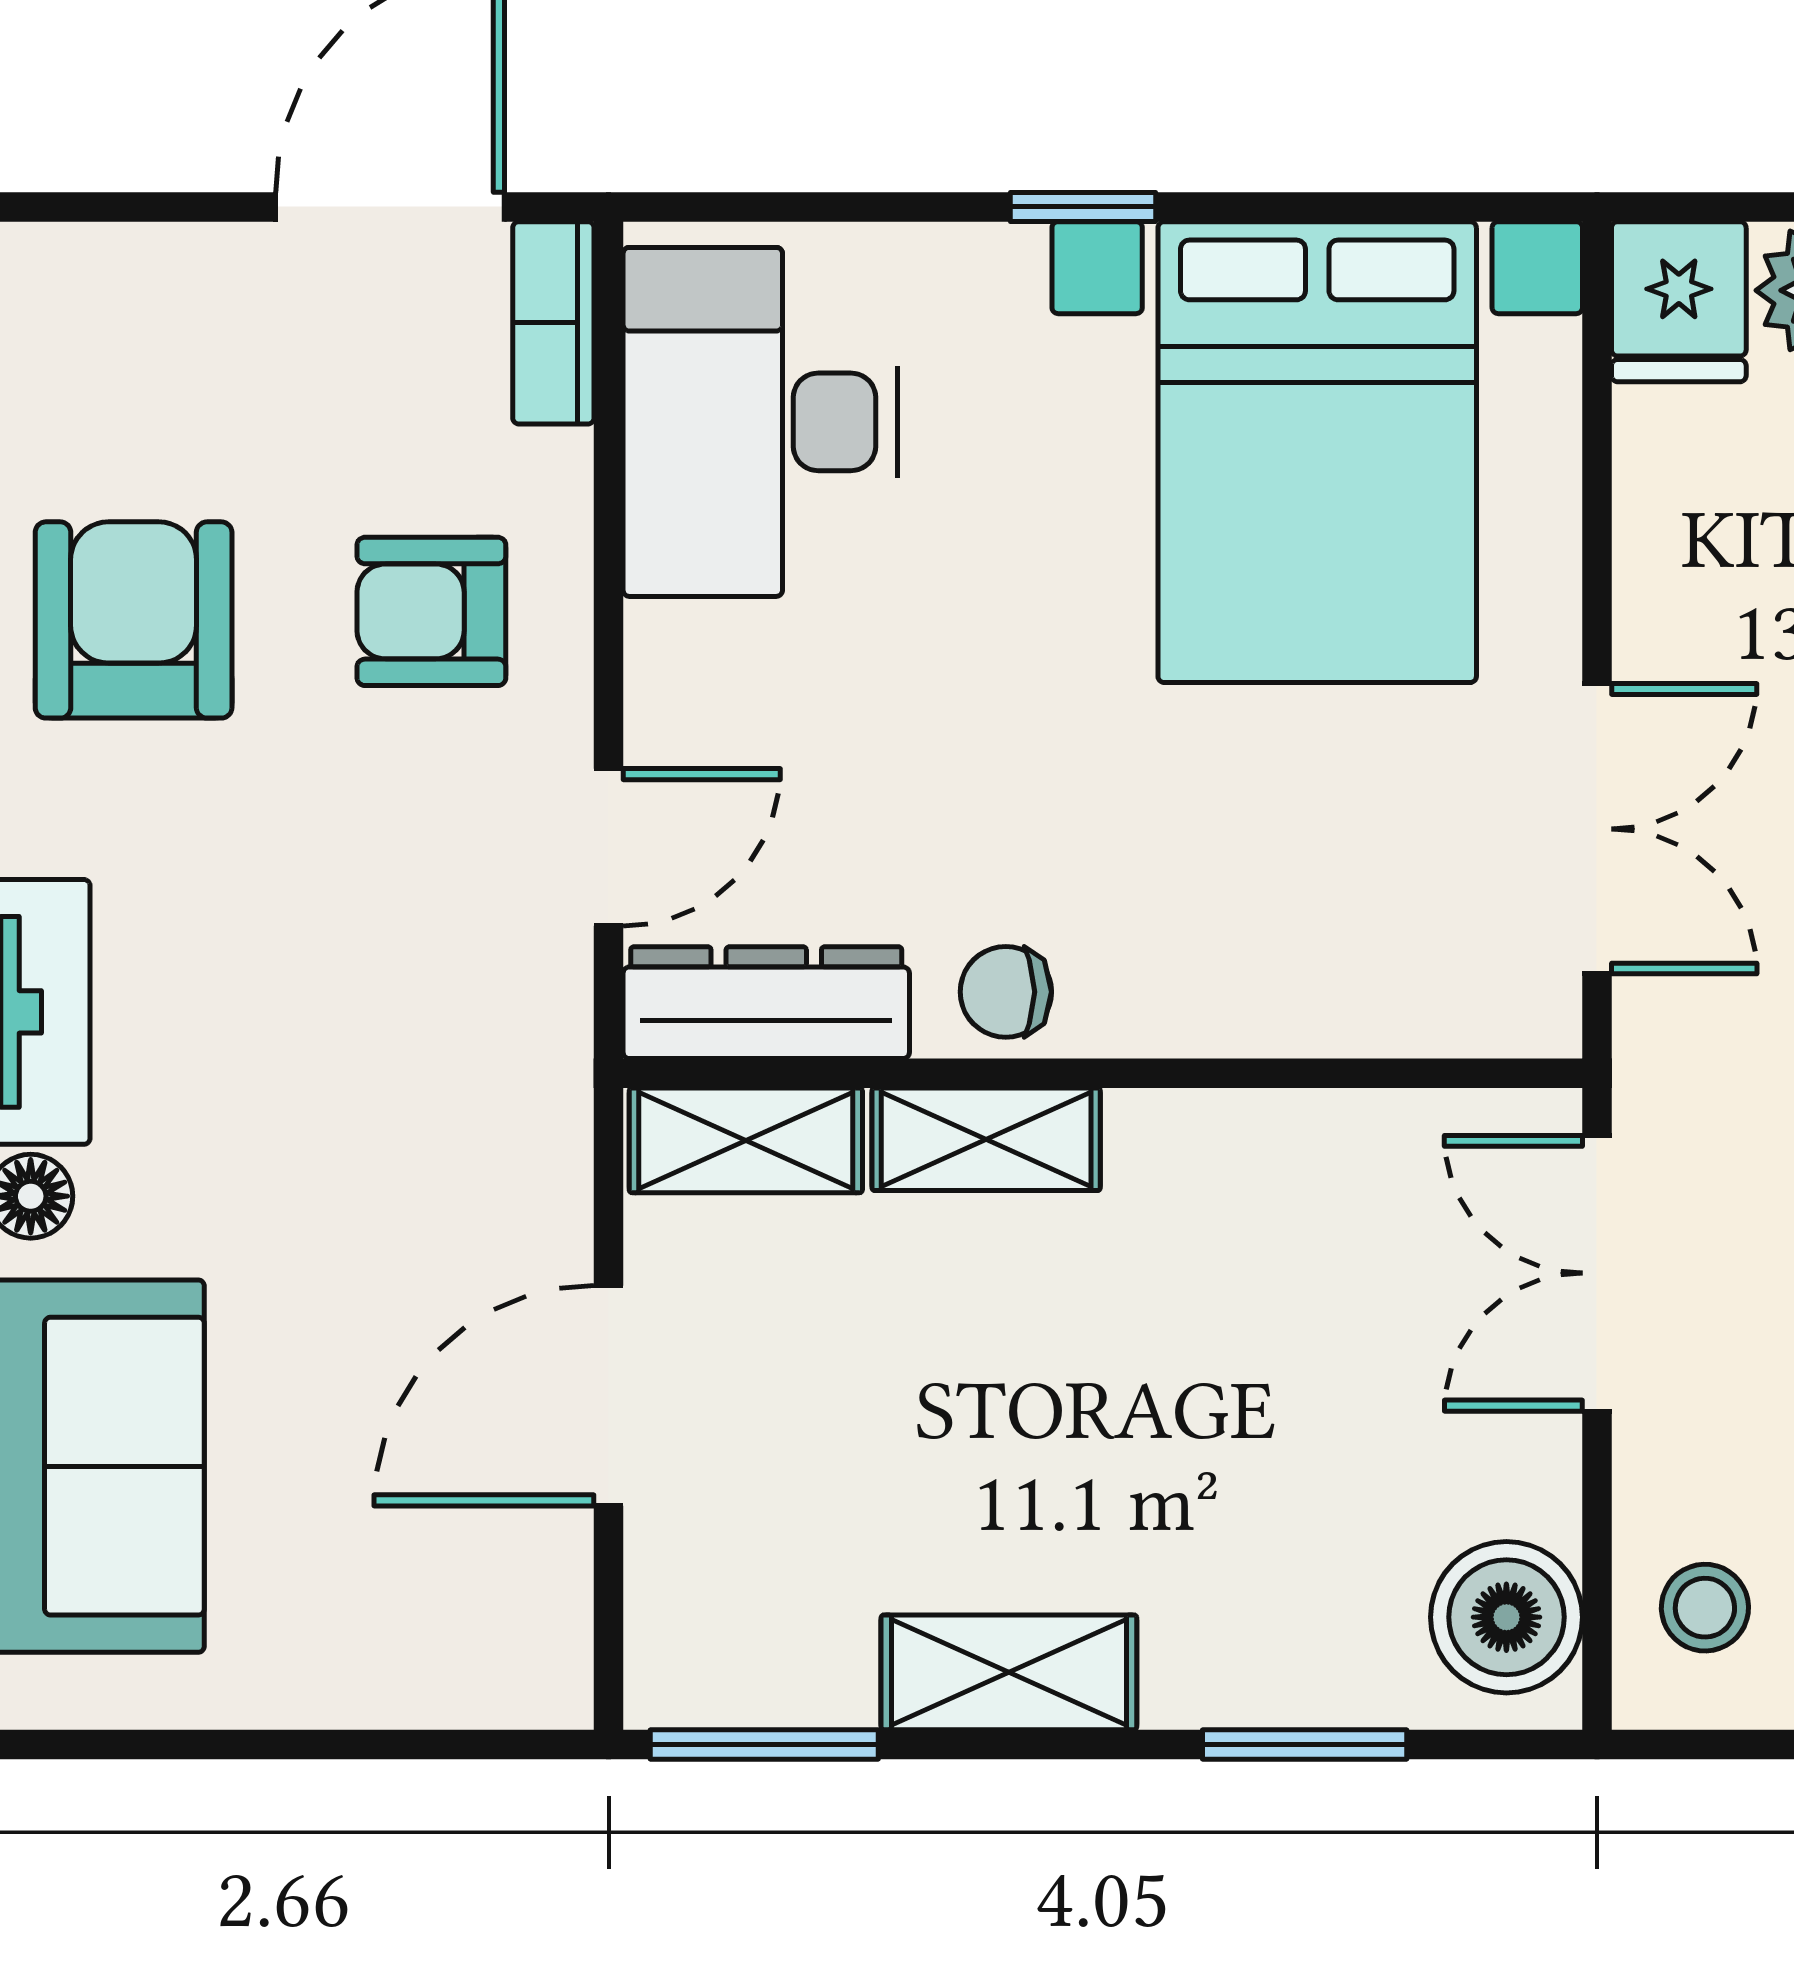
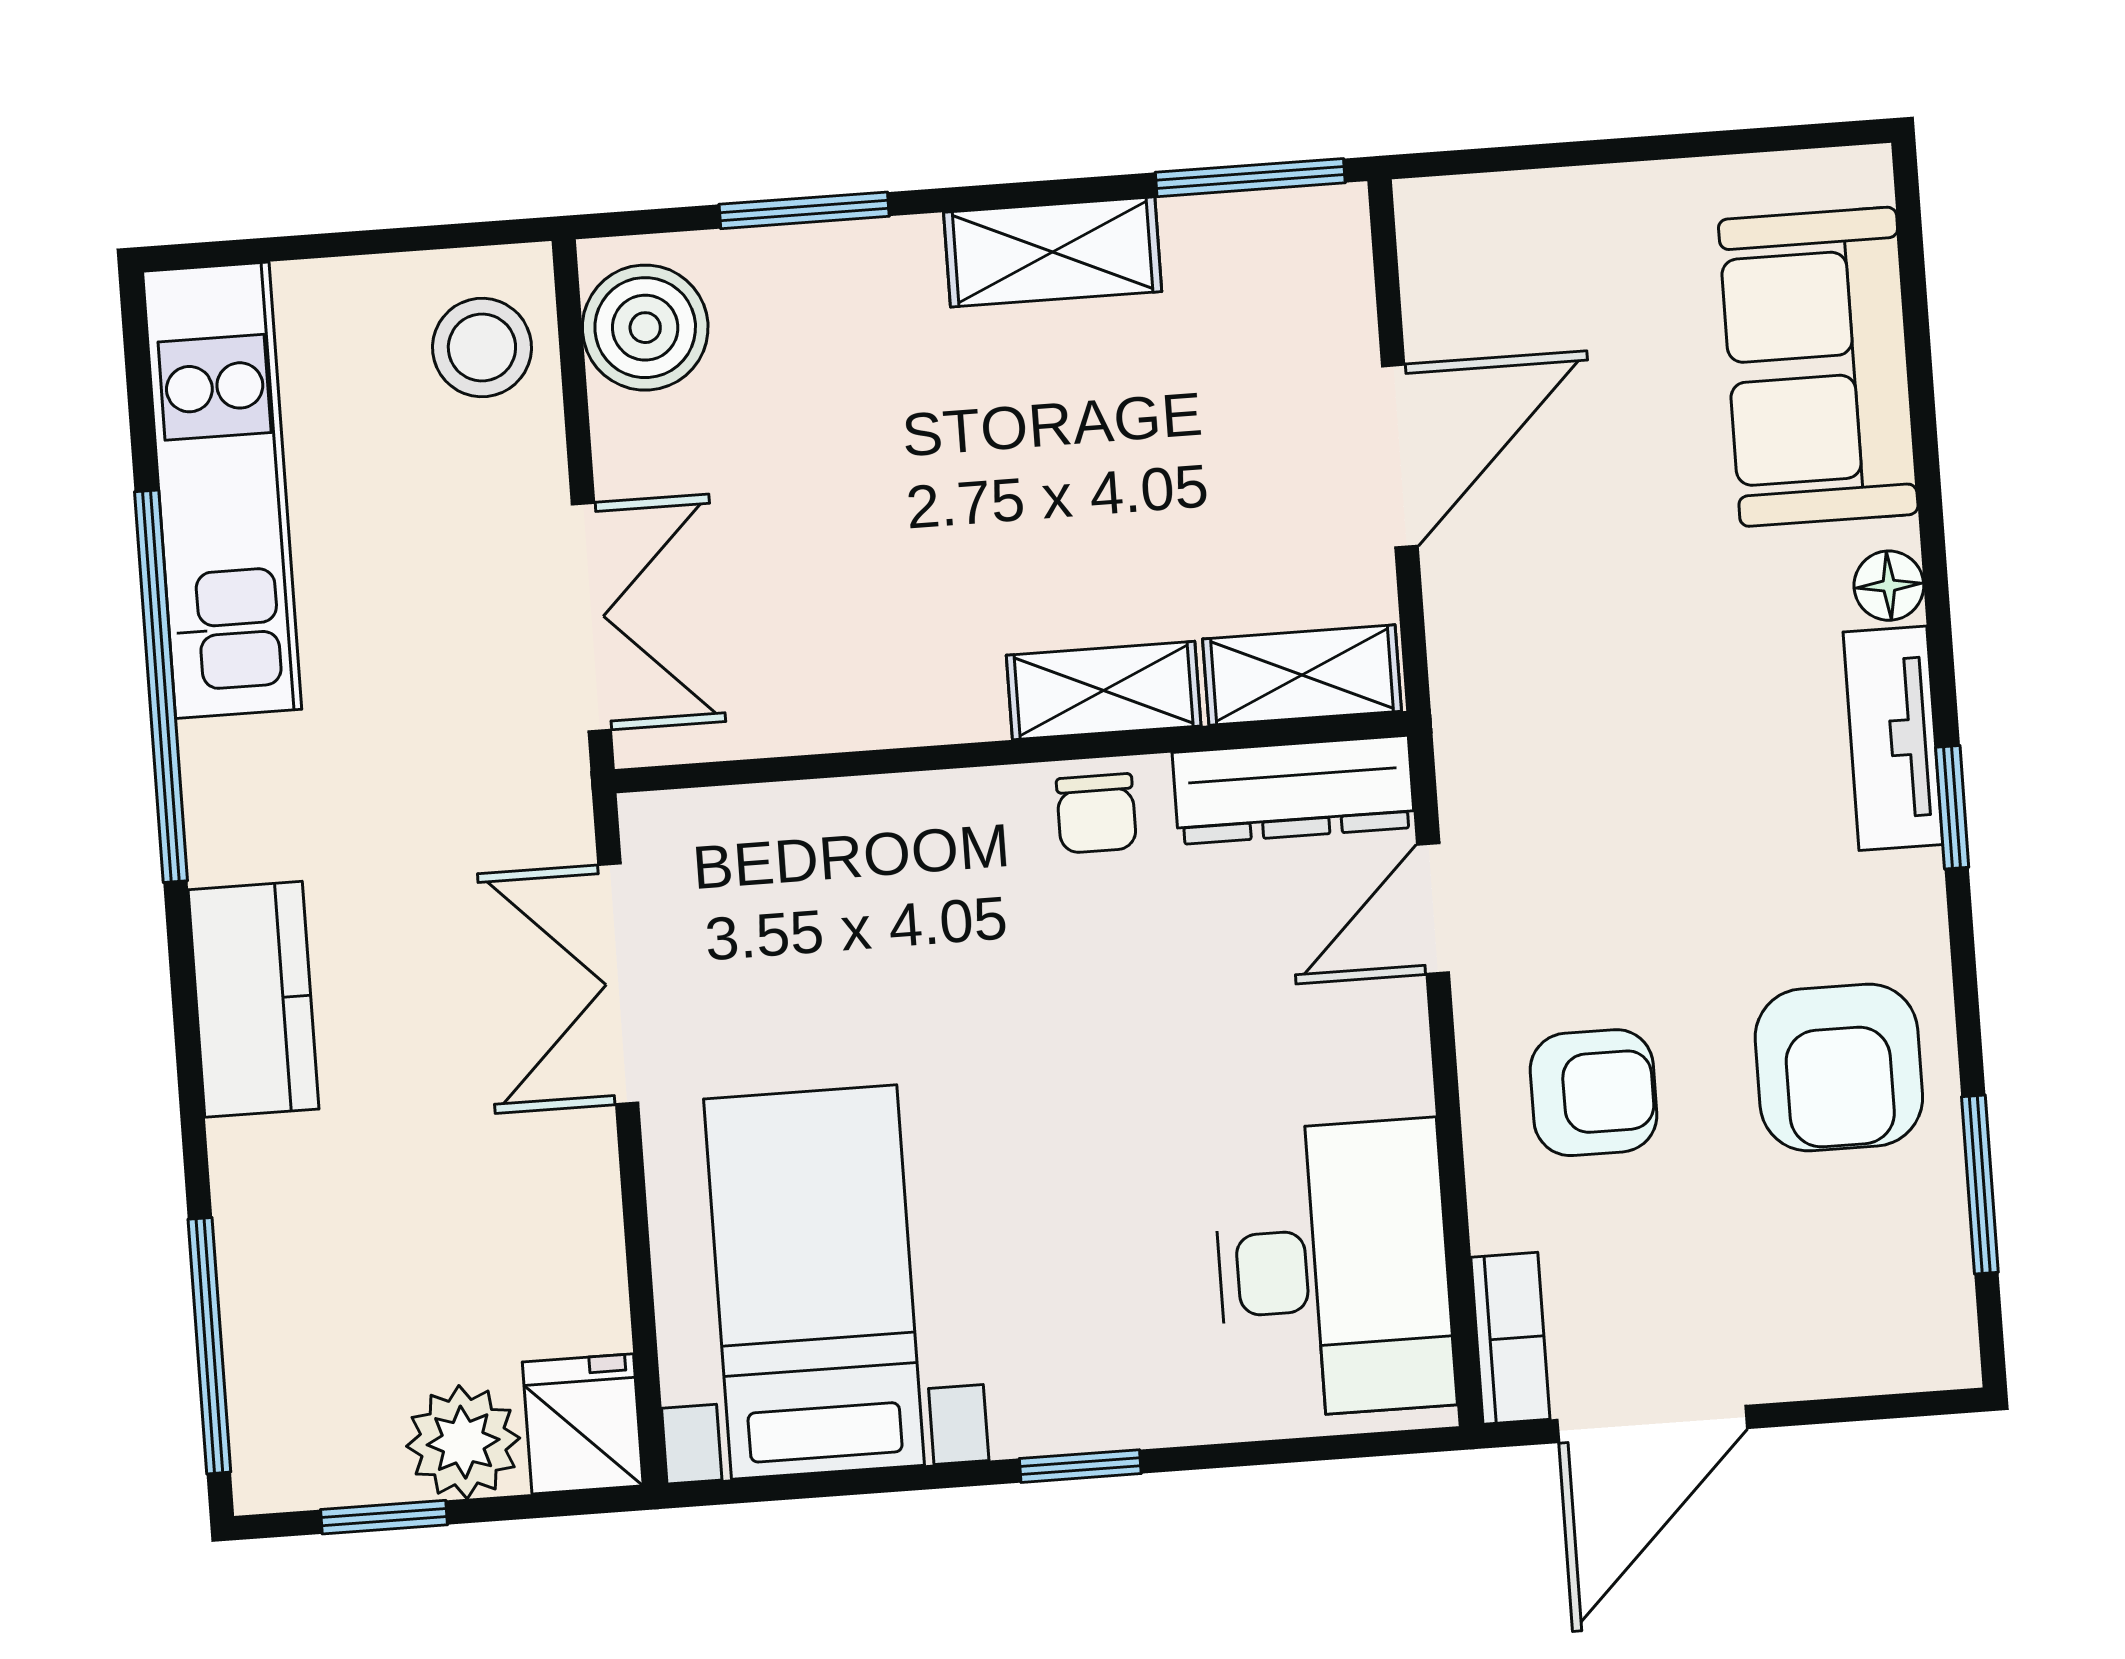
bed with nightstands: (1317, 452) -> (814, 1282), width x0.73
chair: (1006, 992) -> (1096, 813), turned 90
stool: (1705, 1608) -> (482, 348), width x1.37, depth x1.37

